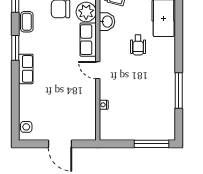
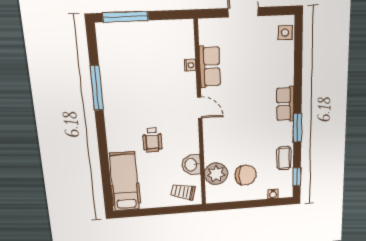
row of seats: (88, 40) -> (210, 67), moved
wheelchair: (138, 45) -> (152, 140), turned 180

